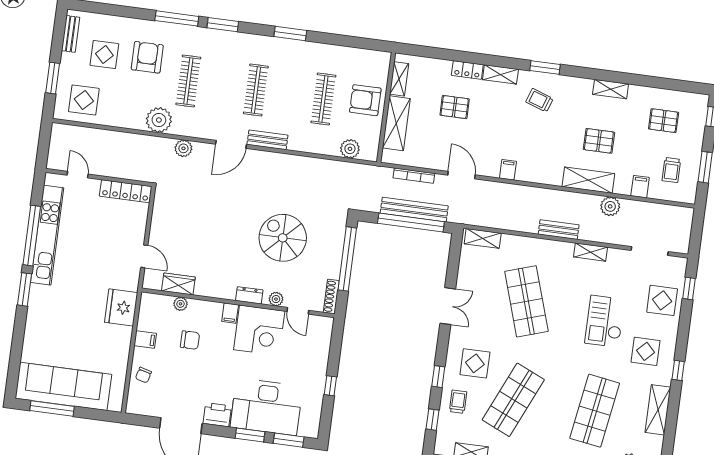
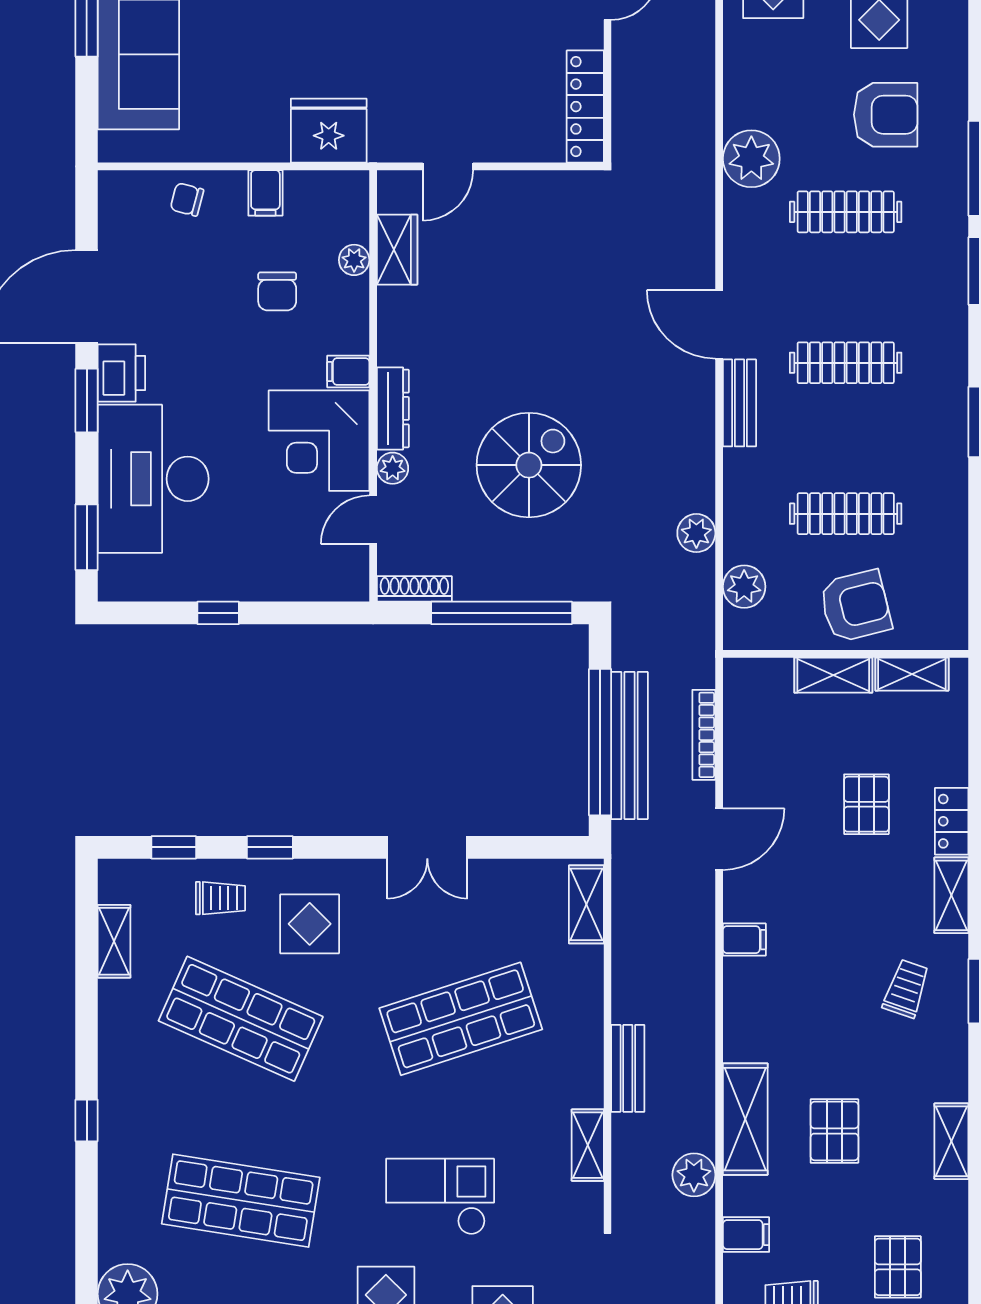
armchair: (365, 100) -> (855, 606), turned 76
shelving: (396, 123) -> (833, 675), width x0.67, depth x0.75
plant: (183, 148) -> (696, 533), moved
dresser: (249, 295) -> (393, 408), width x1.44
window: (250, 435) -> (87, 401), moved

